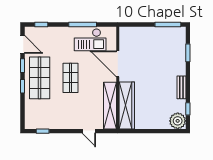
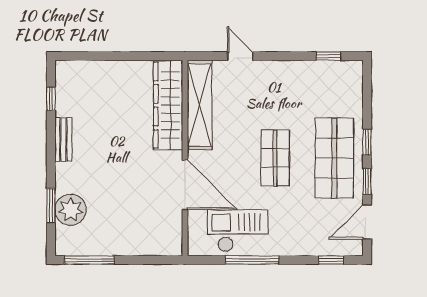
door: (22, 44) -> (367, 222), hinge flipped
plant: (178, 121) -> (71, 210), moved

